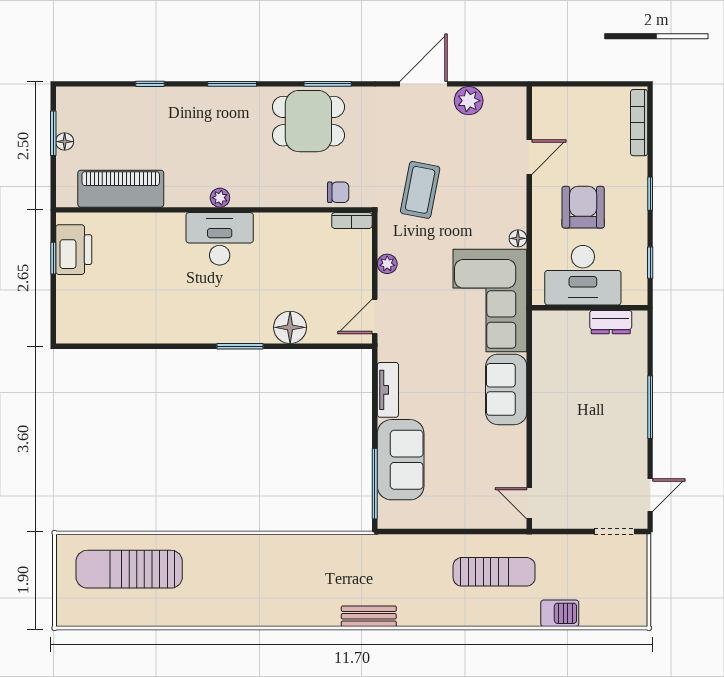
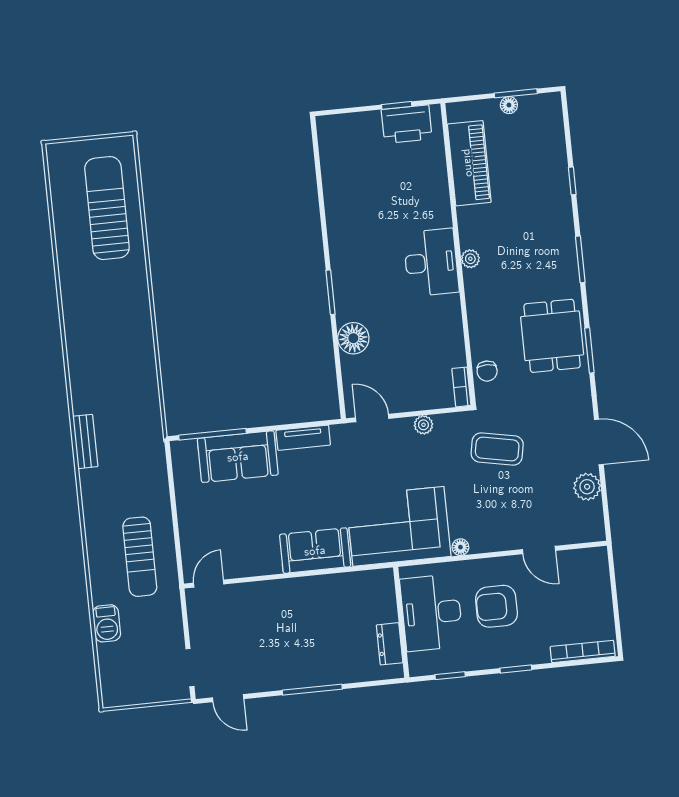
armchair: (583, 207) -> (496, 606), turned 180

